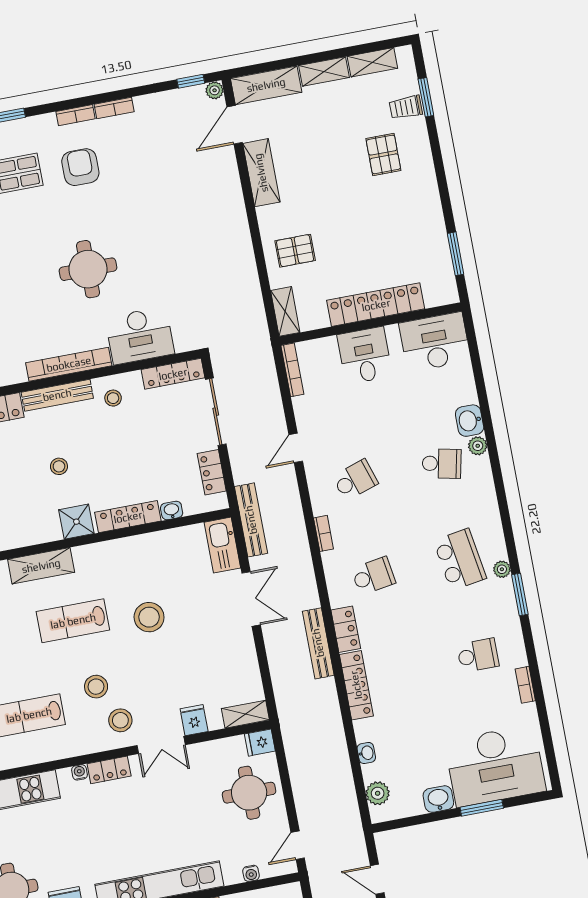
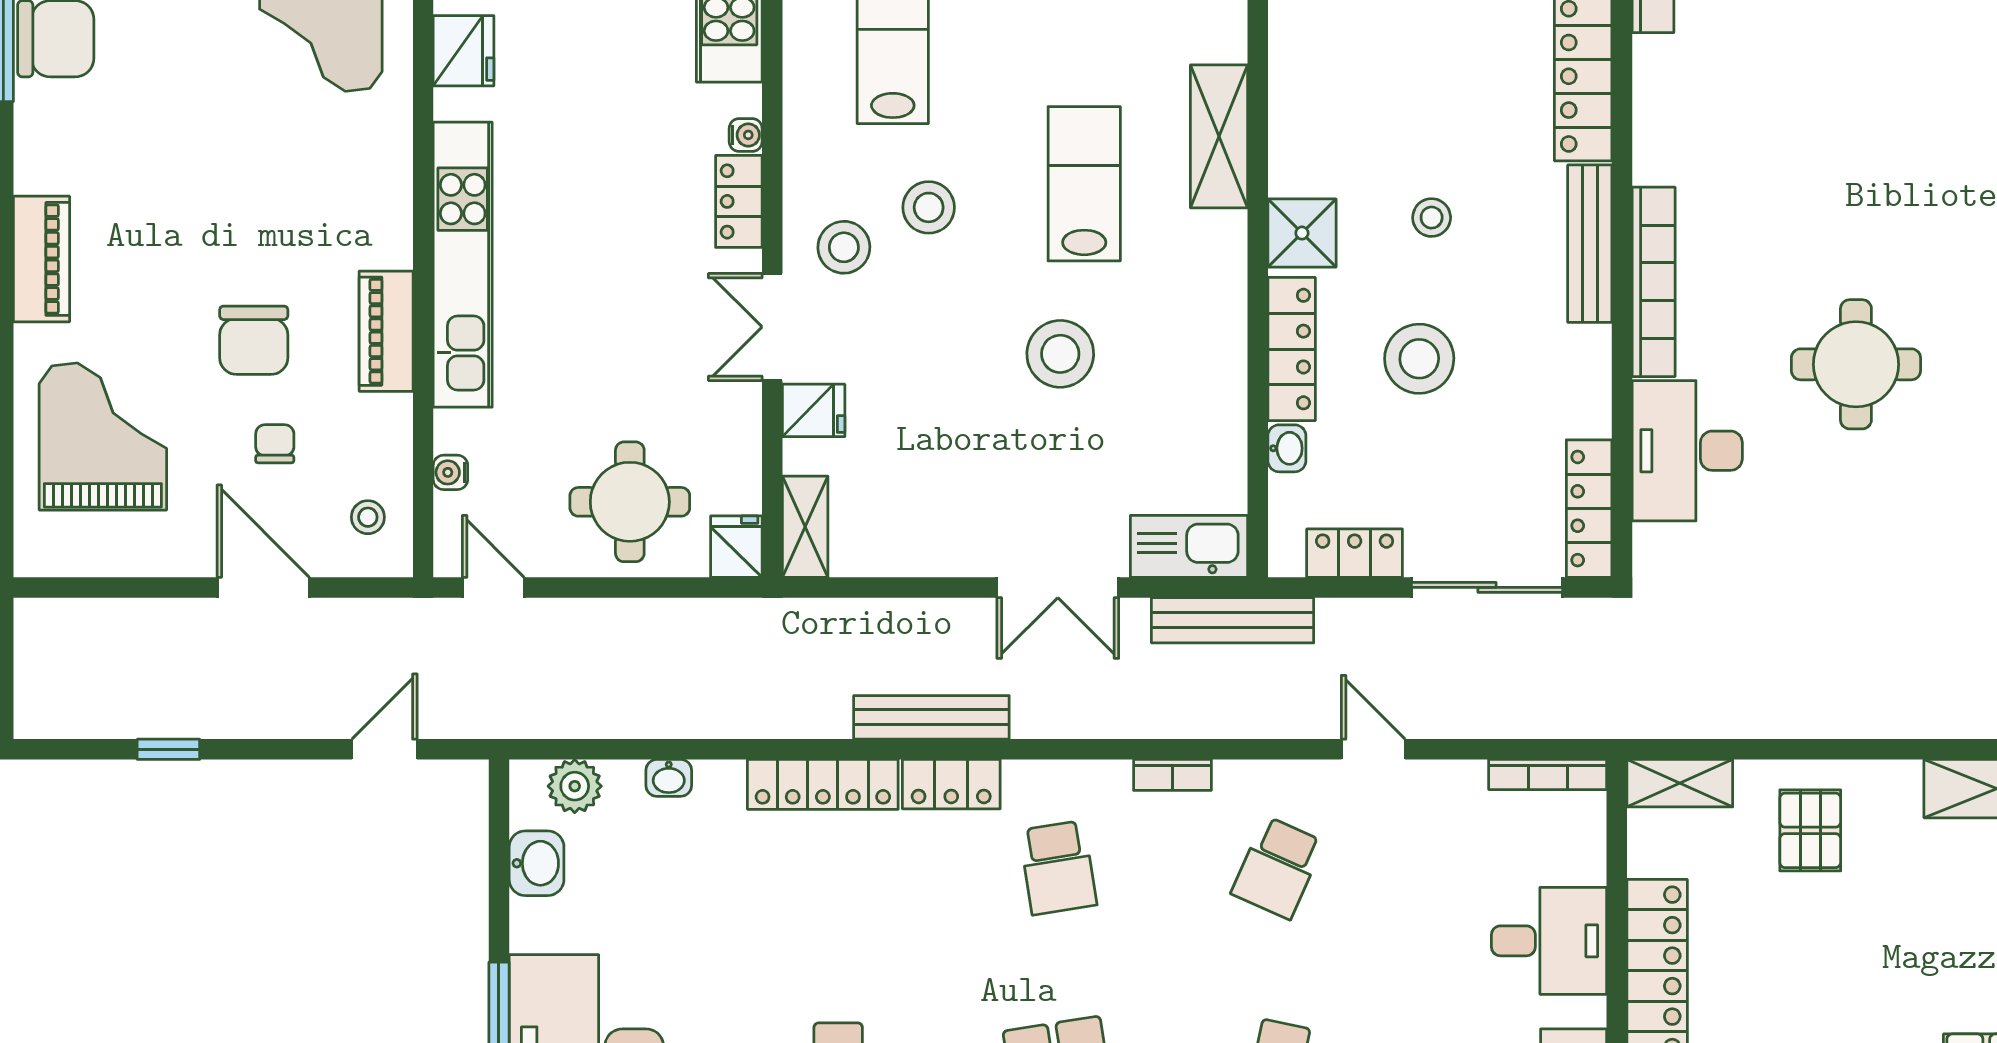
stool: (113, 398) -> (1419, 359), moved, width x1.89, depth x1.89
school desk: (355, 480) -> (1278, 868), turned 42
washbasin: (438, 799) -> (537, 863), moved

